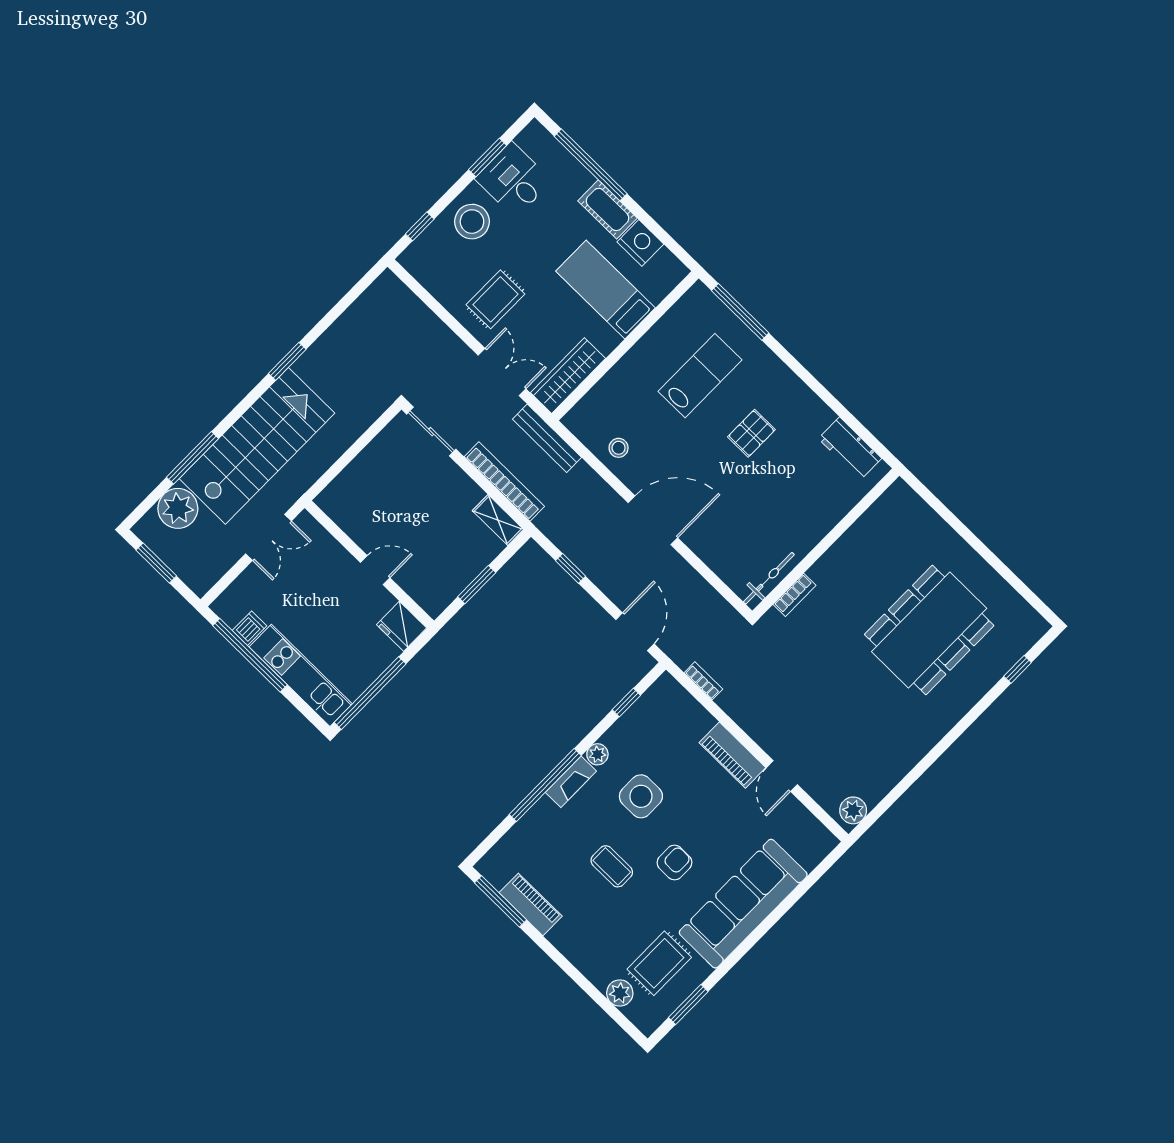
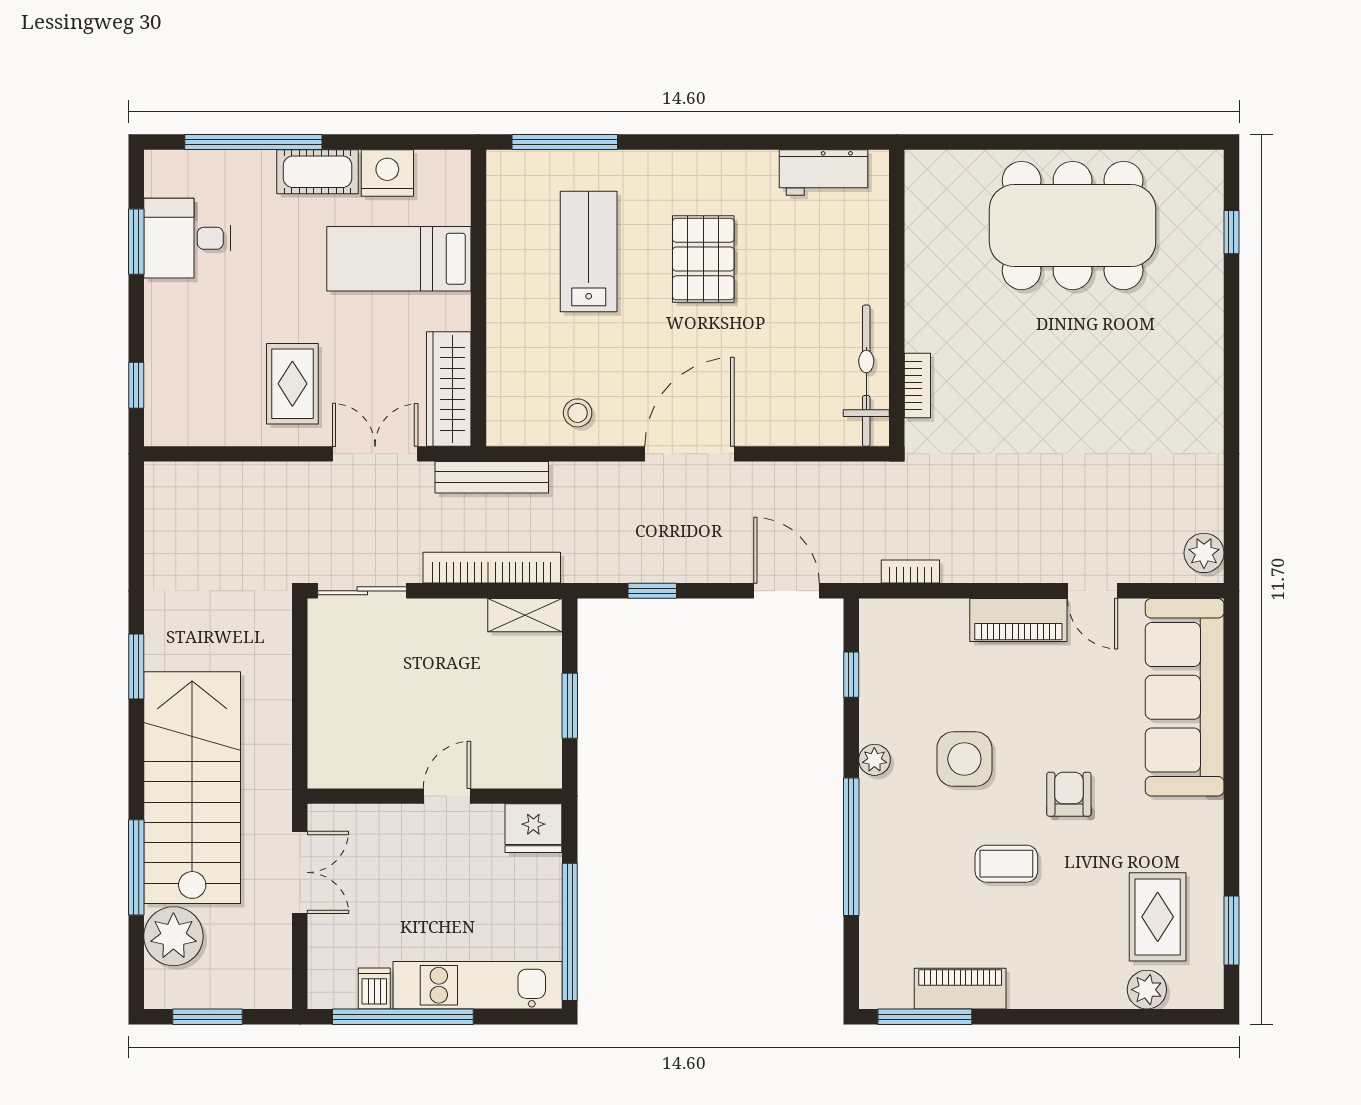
stool: (472, 222) -> (187, 326), removed
pallet: (751, 433) -> (703, 259), width x1.50, depth x1.42
bicycle: (769, 578) -> (866, 376), width x1.37, depth x1.40
dining table: (929, 630) -> (1073, 226), moved, turned 90
fireplace: (571, 782) -> (875, 817), removed
sofa: (743, 904) -> (1185, 697), moved

